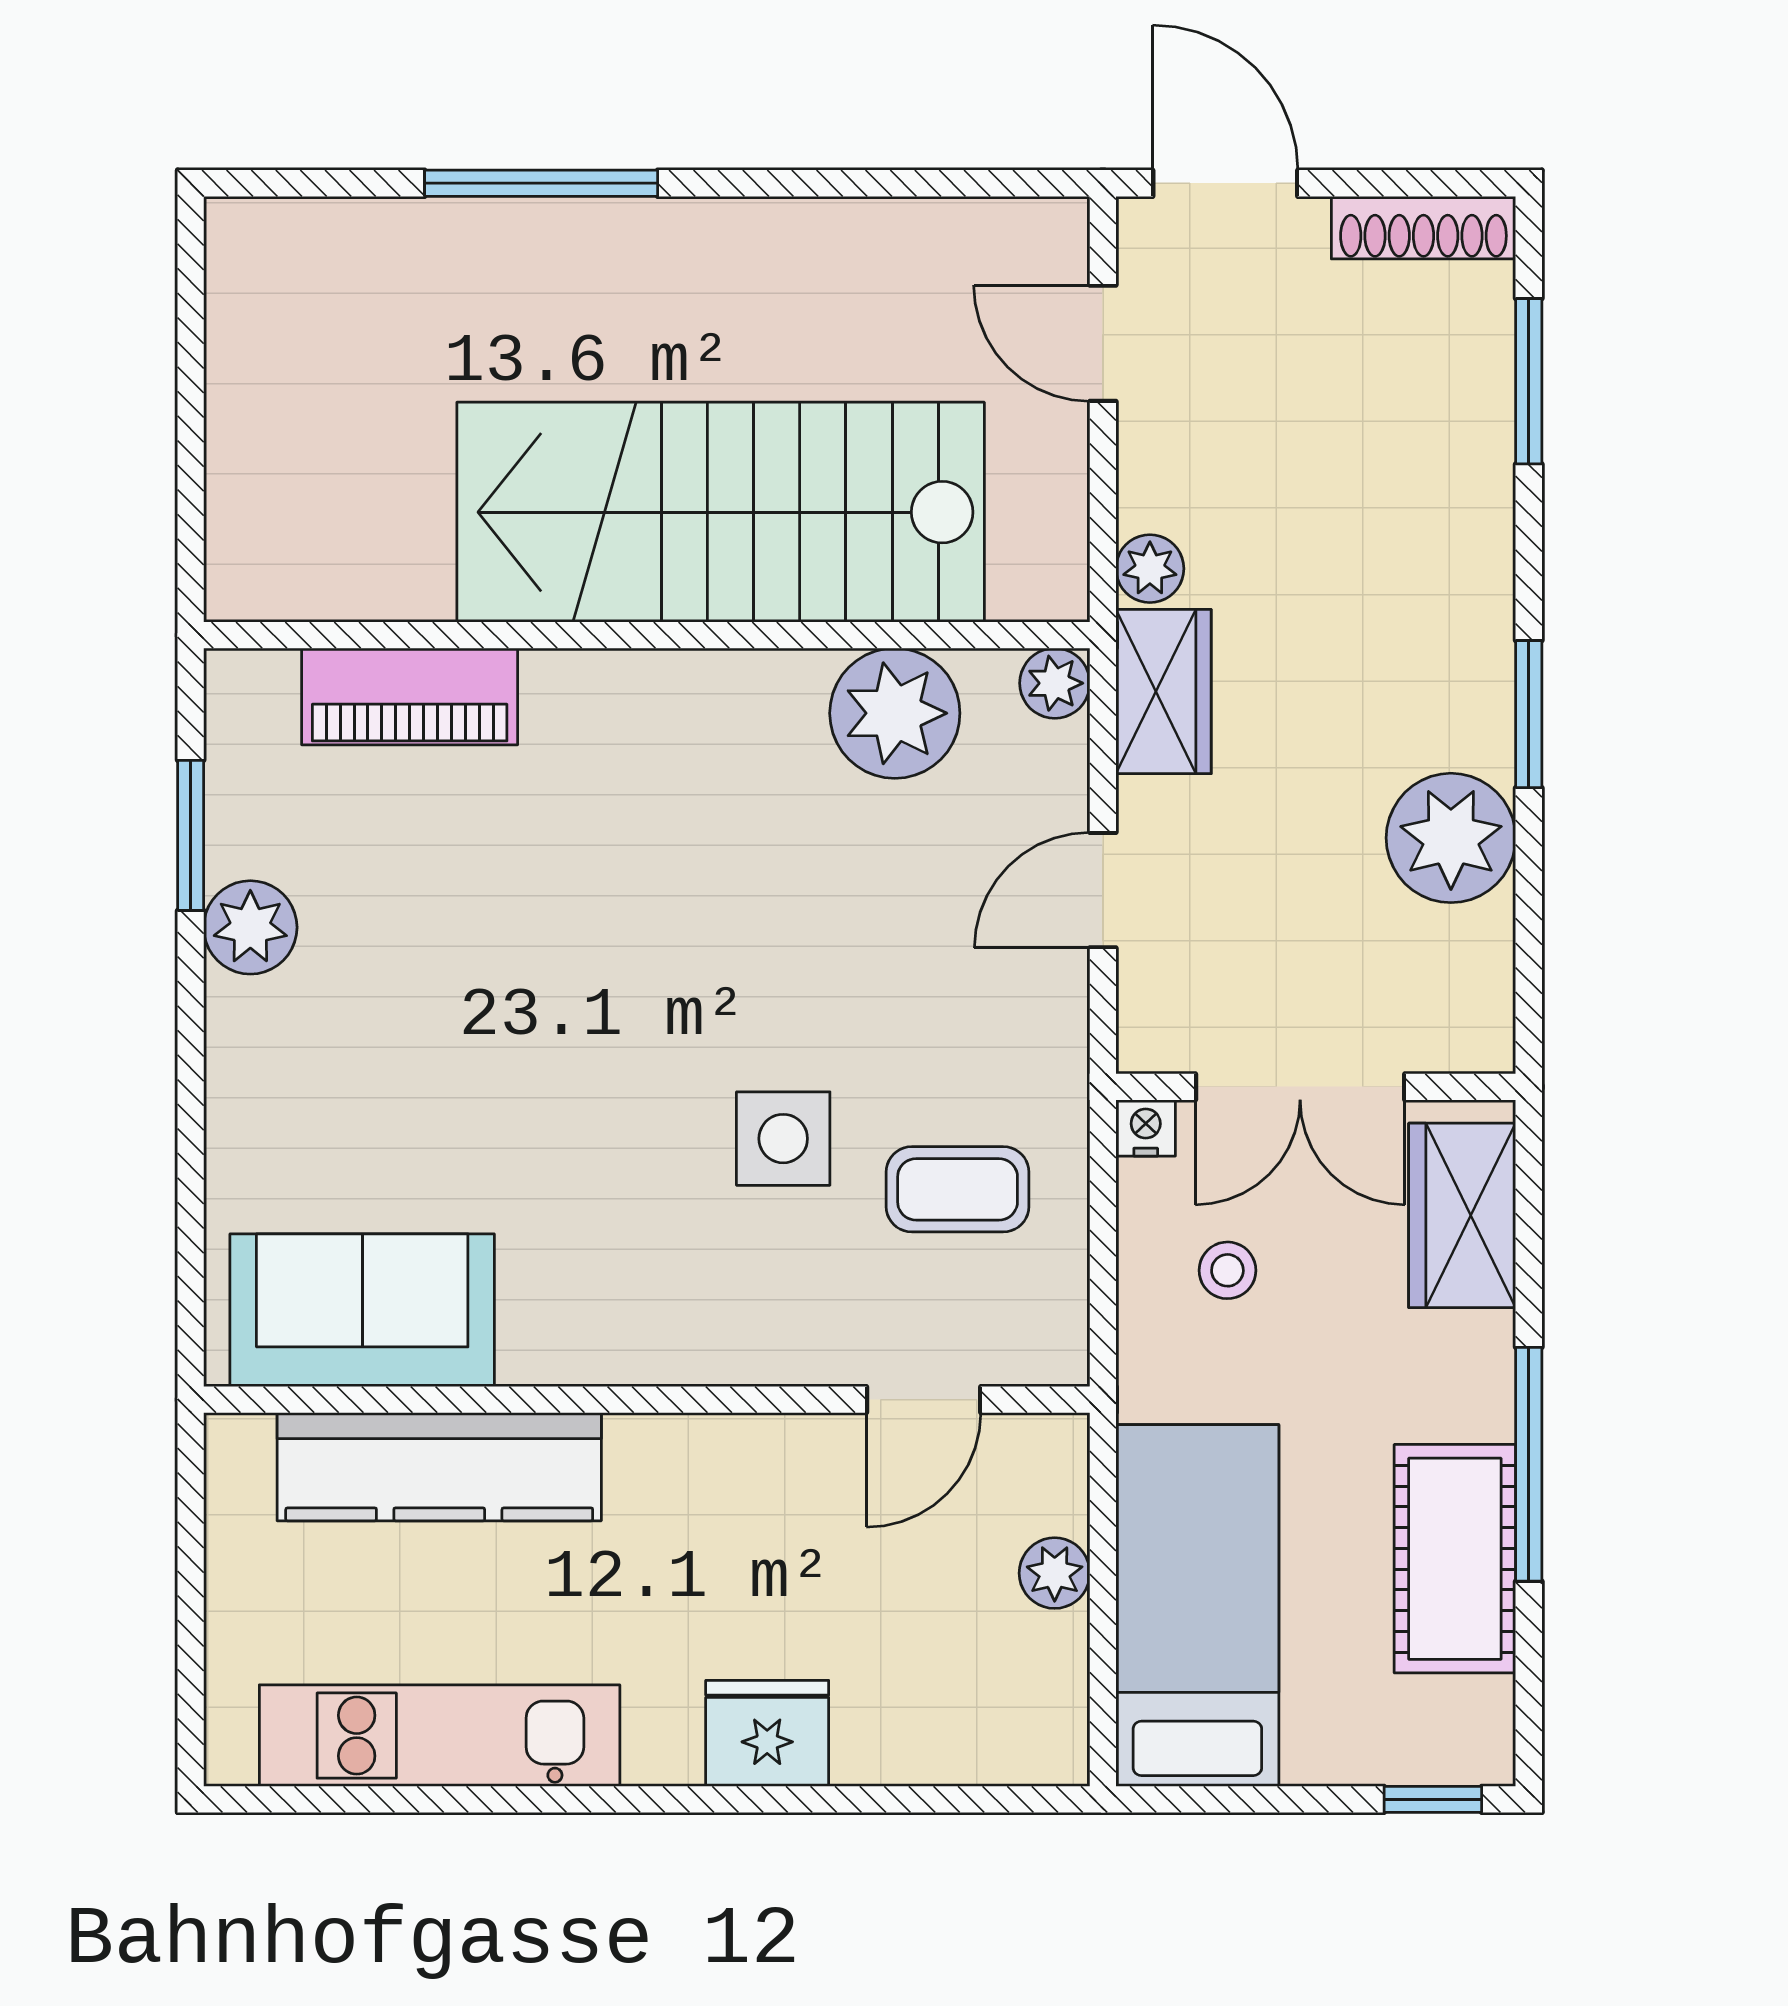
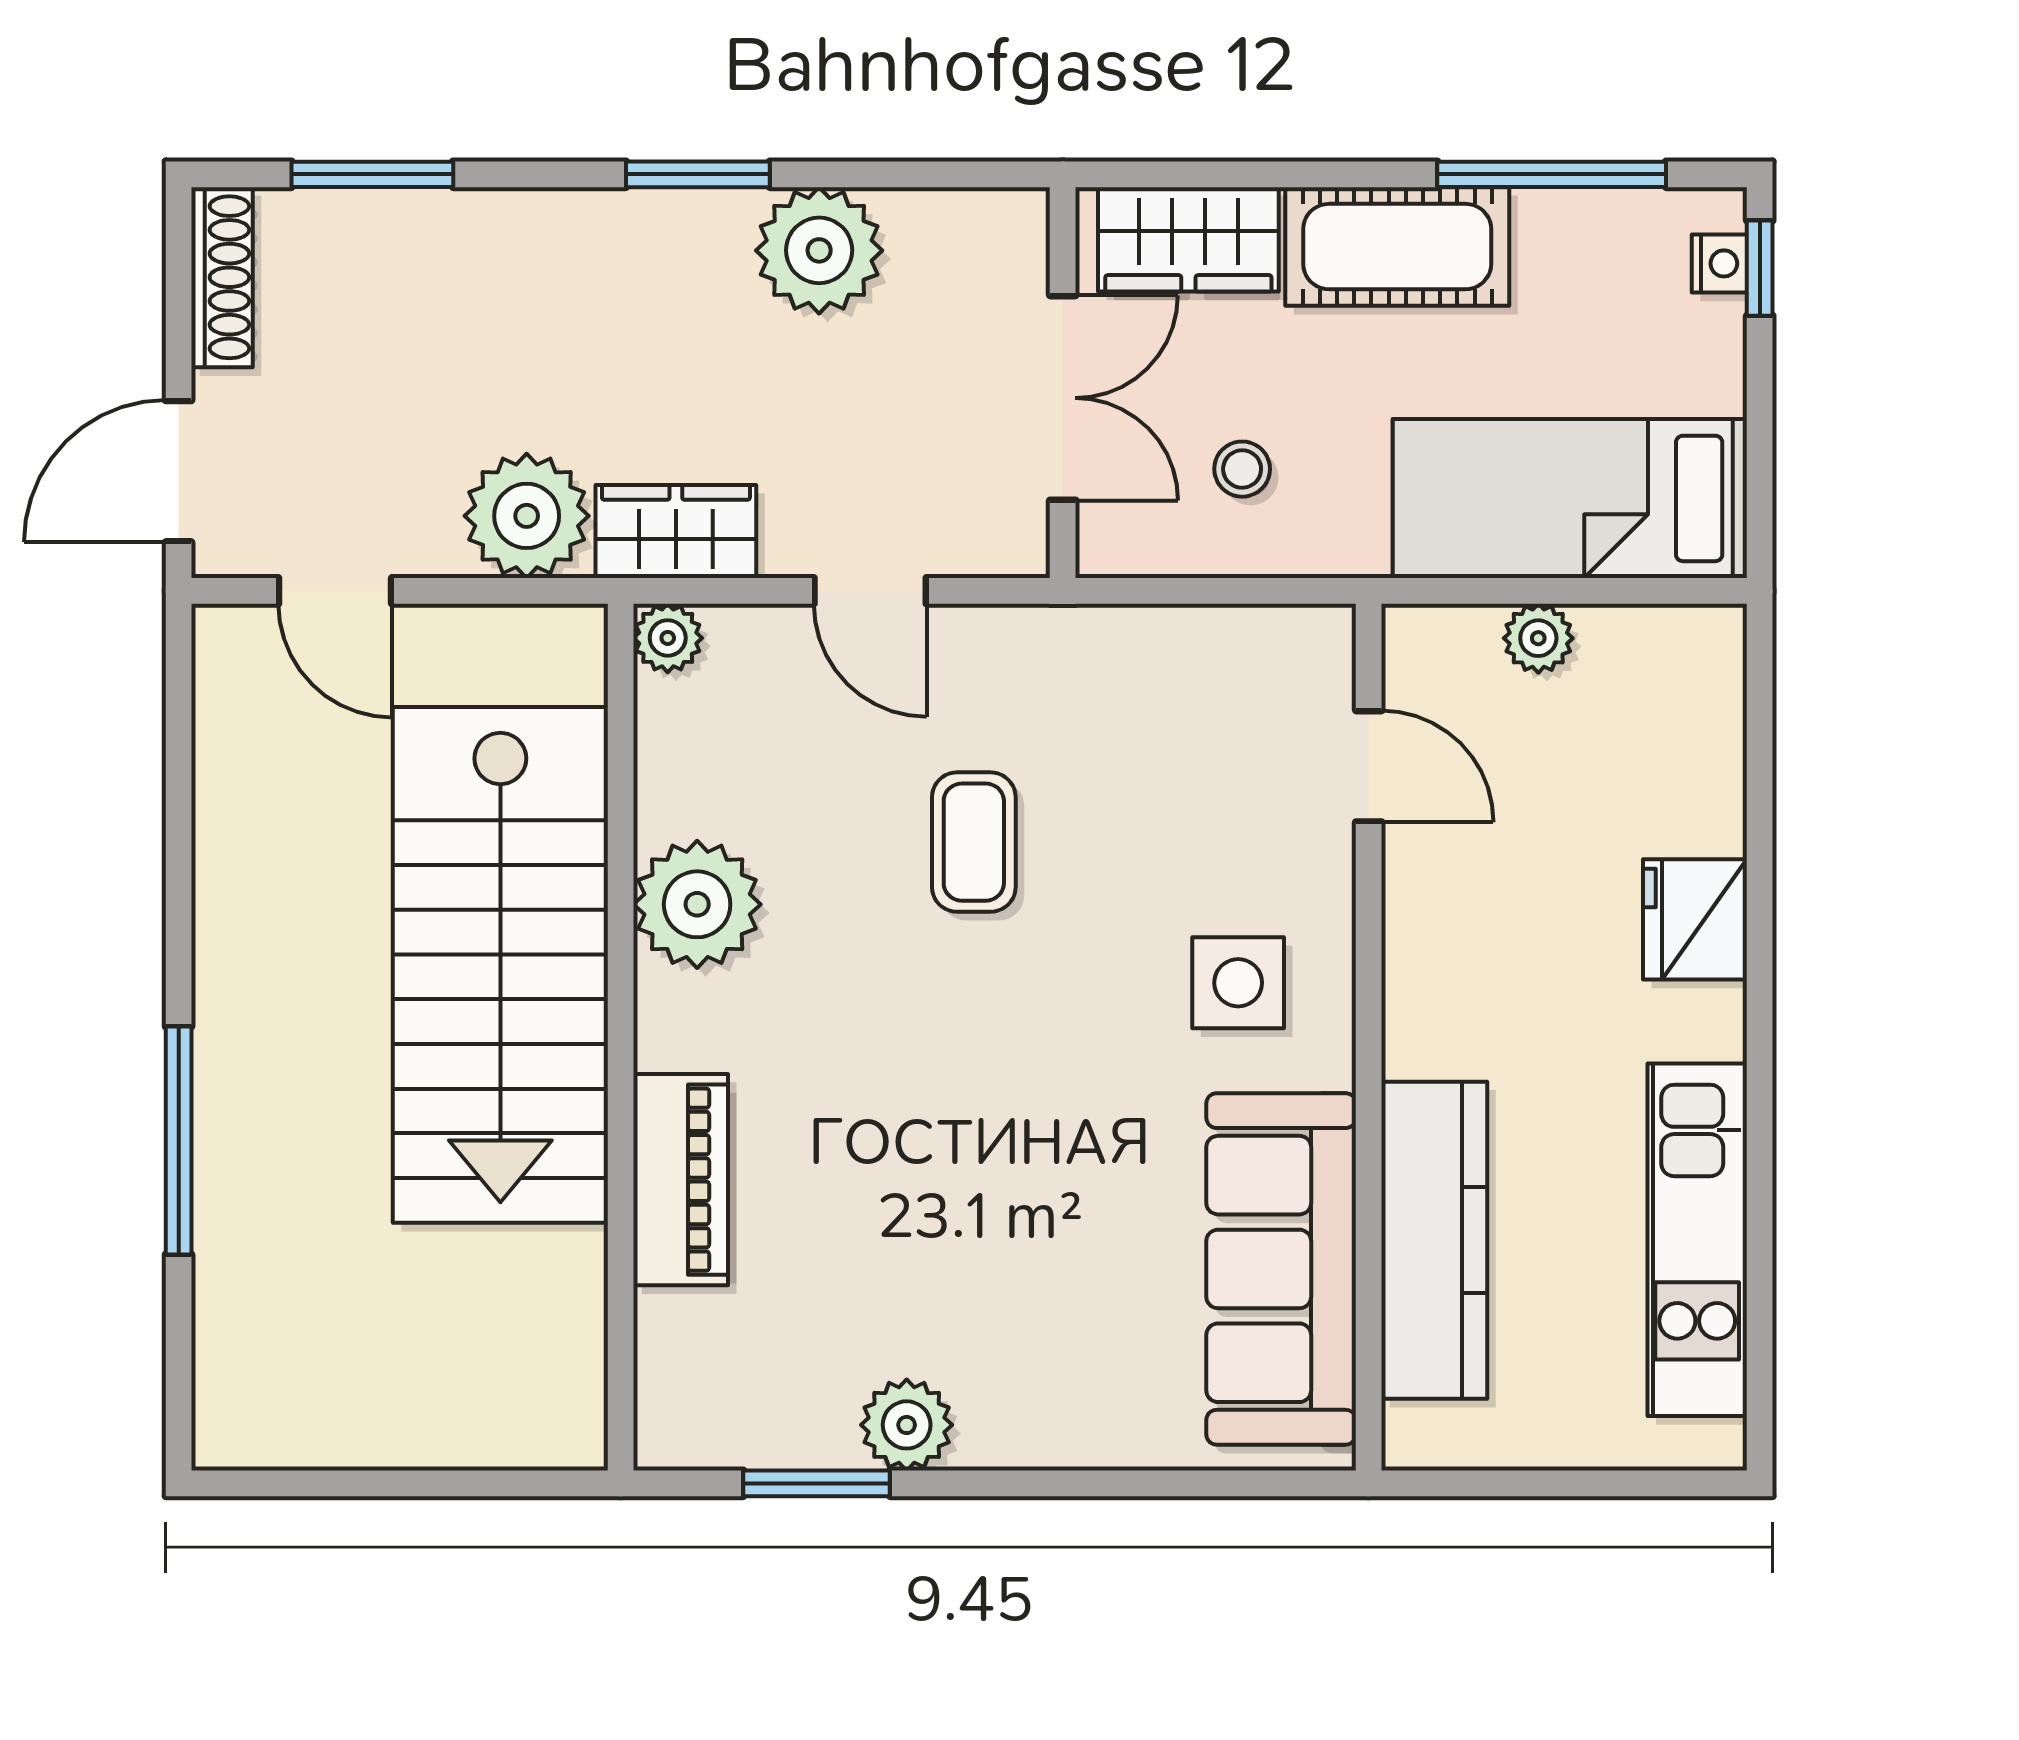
door: (1103, 343) -> (335, 591), hinge flipped
plant: (1150, 569) -> (527, 516), width x1.87, depth x1.87
piano: (410, 696) -> (681, 1180), moved
plant: (895, 713) -> (697, 904), moved
nightstand: (1146, 1128) -> (1719, 263), moved, turned 180
side table: (783, 1139) -> (1238, 983), moved
coffee table: (958, 1189) -> (974, 842), moved
sofa: (362, 1310) -> (1281, 1269), width x1.36
window: (1529, 1464) -> (1552, 174), moved
cot: (1455, 1559) -> (1397, 247), moved

